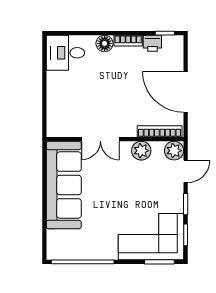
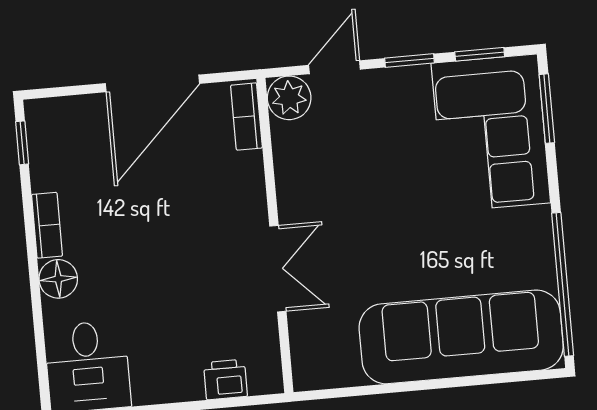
printer: (152, 43) -> (225, 379), moved, turned -90
bookcase: (160, 131) -> (246, 117), width x0.64
plant: (141, 151) -> (296, 173), removed
door: (186, 171) -> (334, 67), hinge flipped
sofa: (64, 185) -> (461, 337), moved

